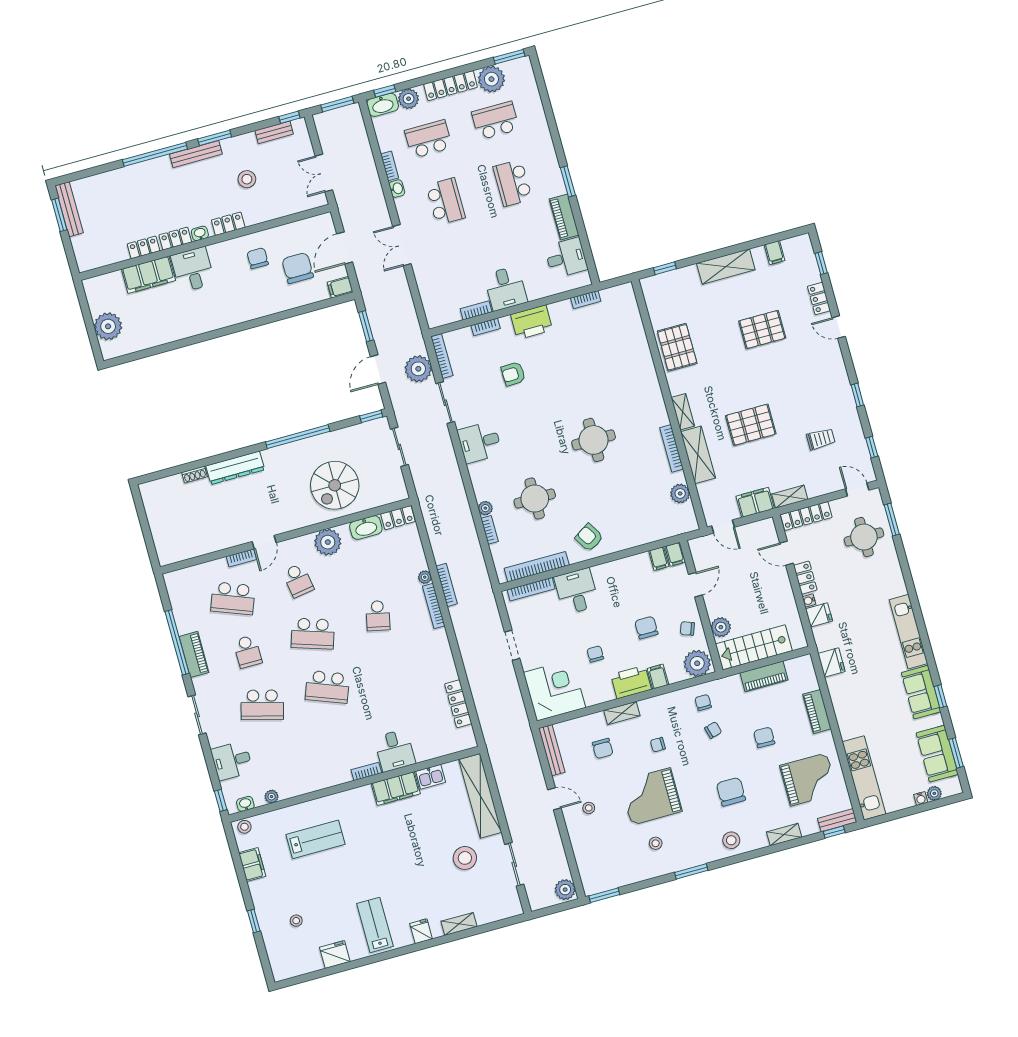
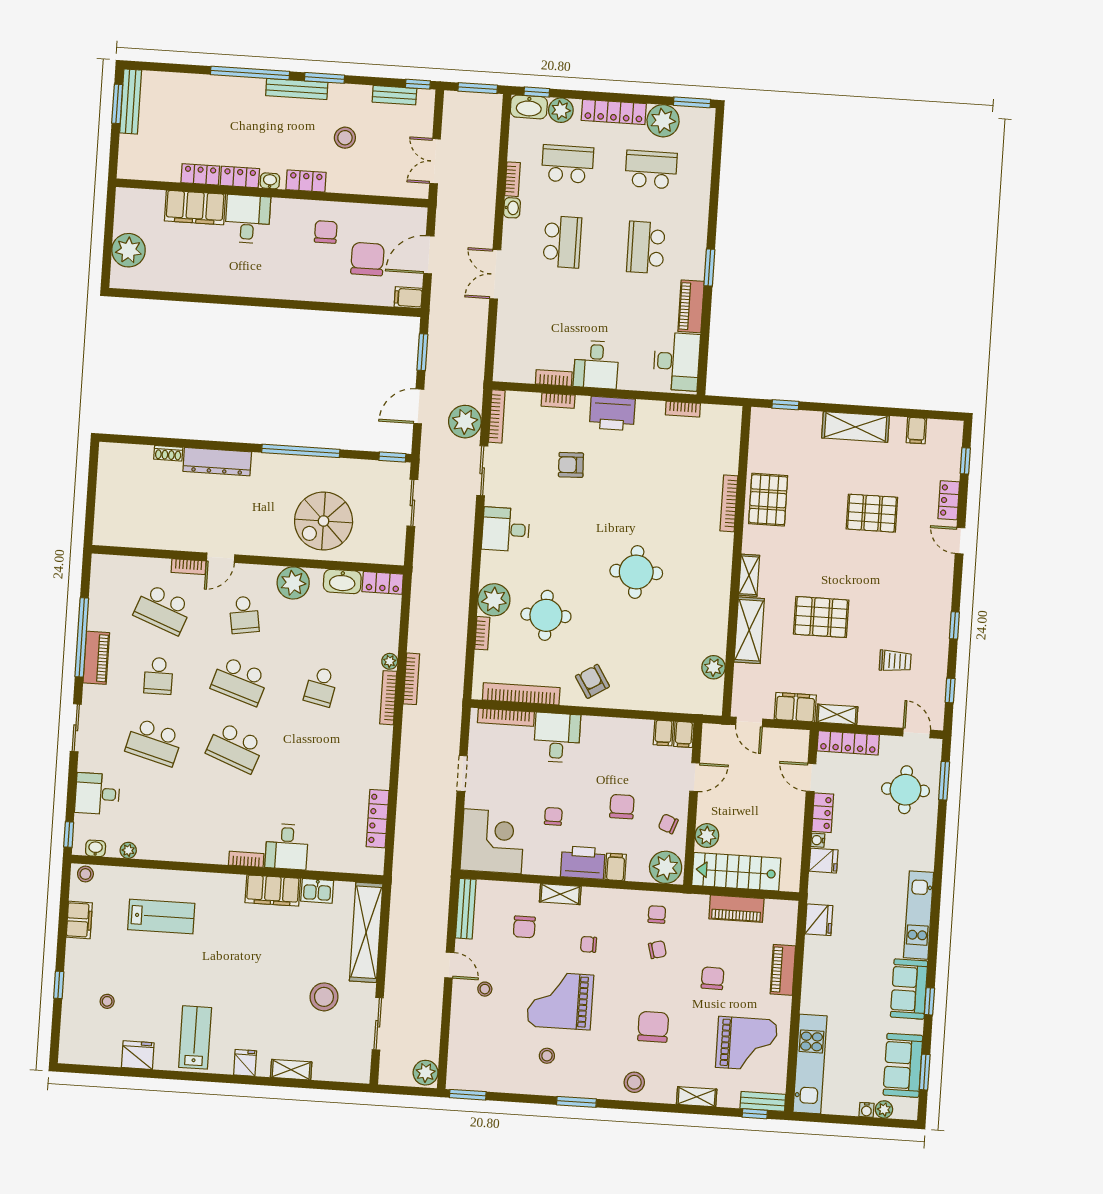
desk: (566, 258) -> (677, 361), width x1.37
bookcase: (672, 448) -> (729, 503), moved
plant: (485, 508) -> (494, 600), width x1.88, depth x1.88

